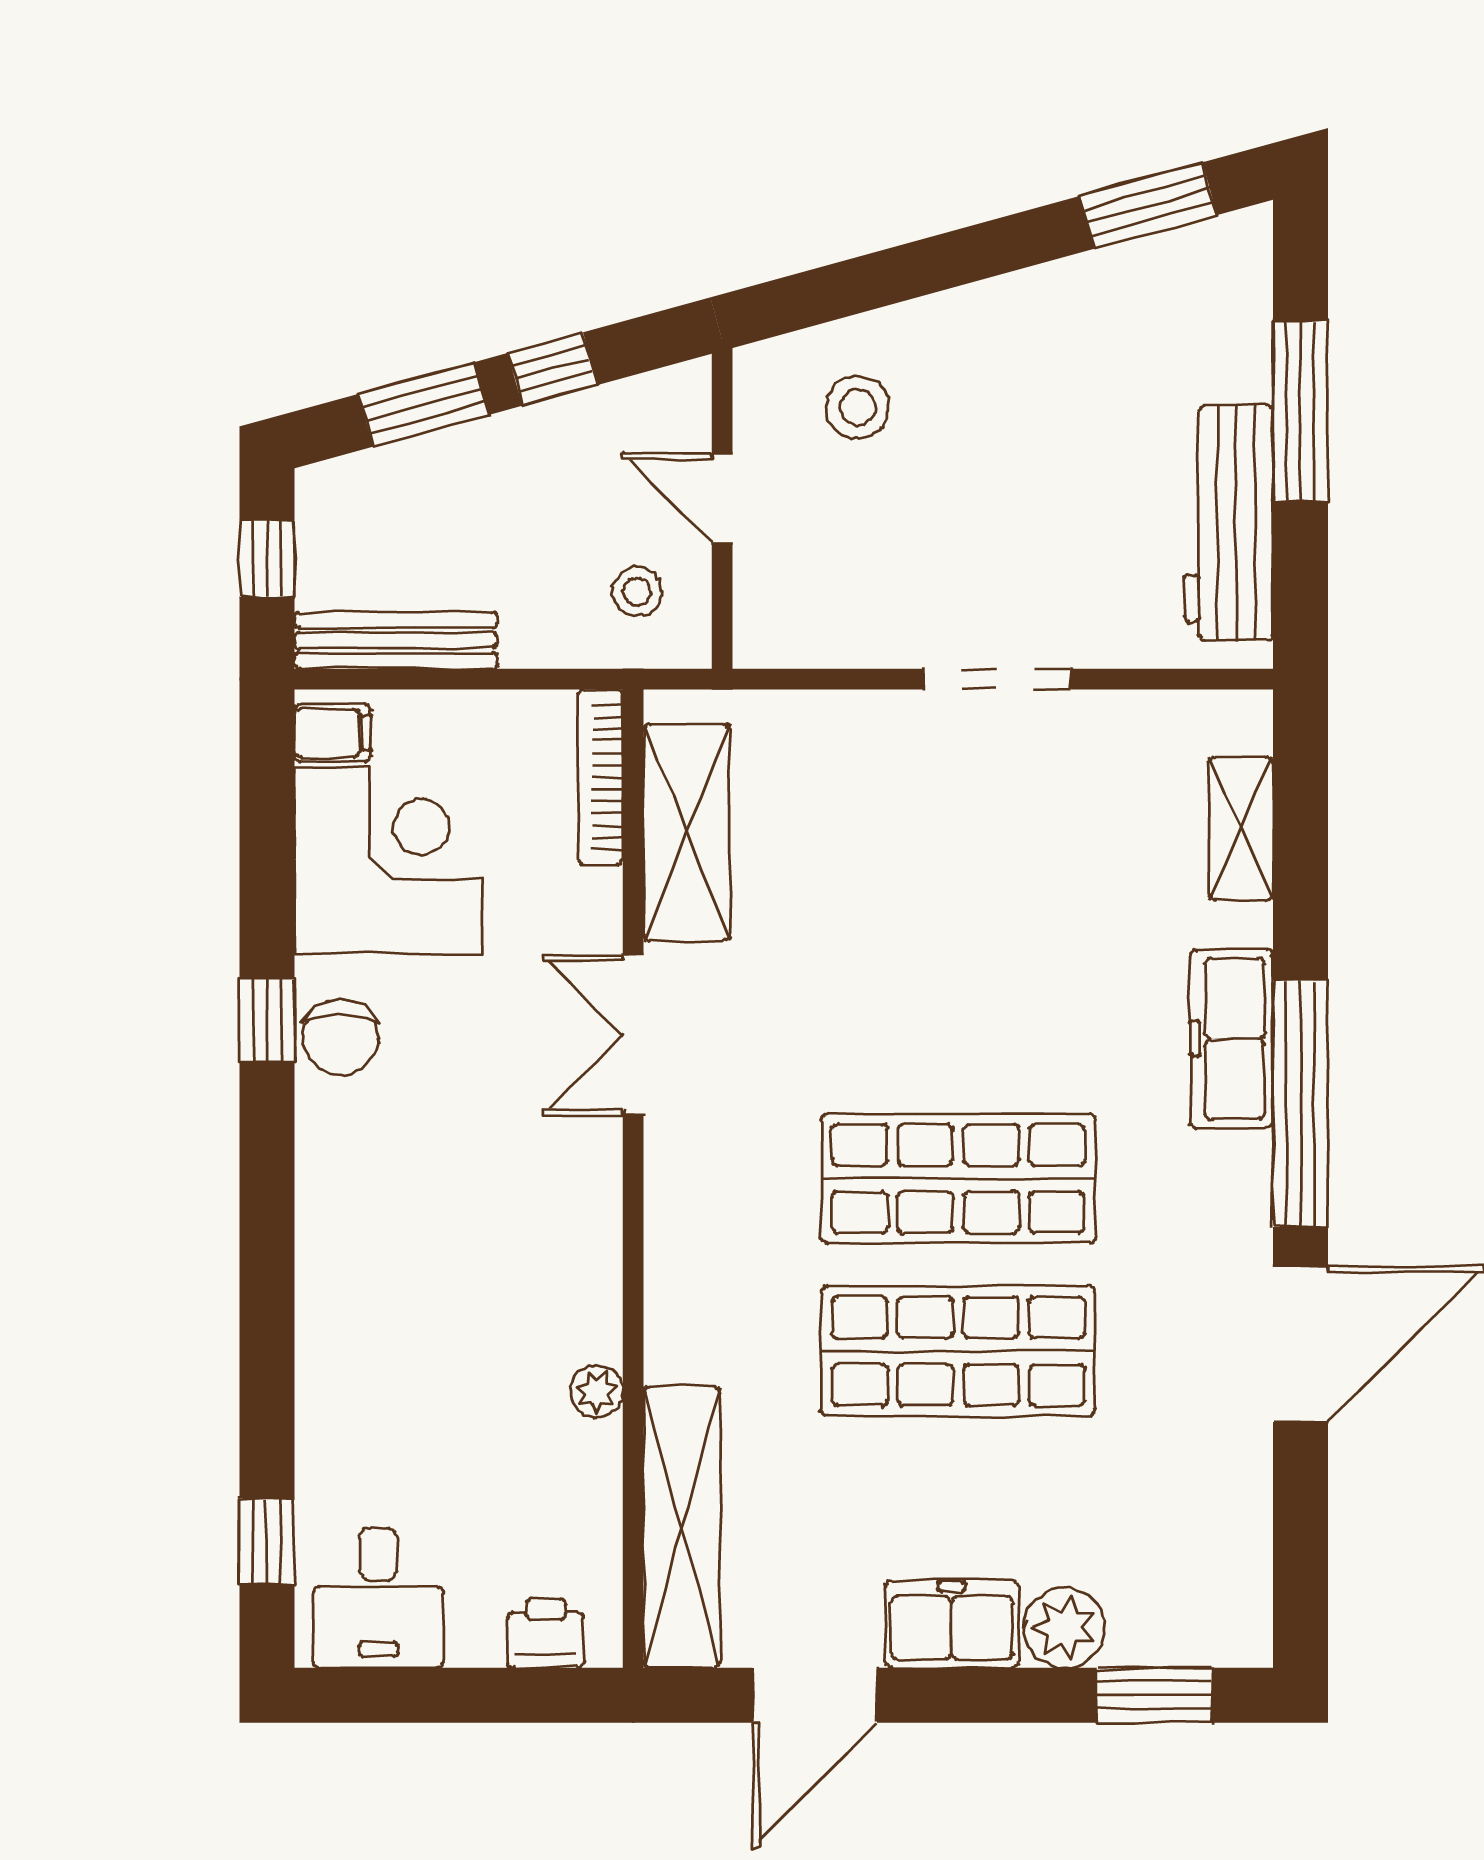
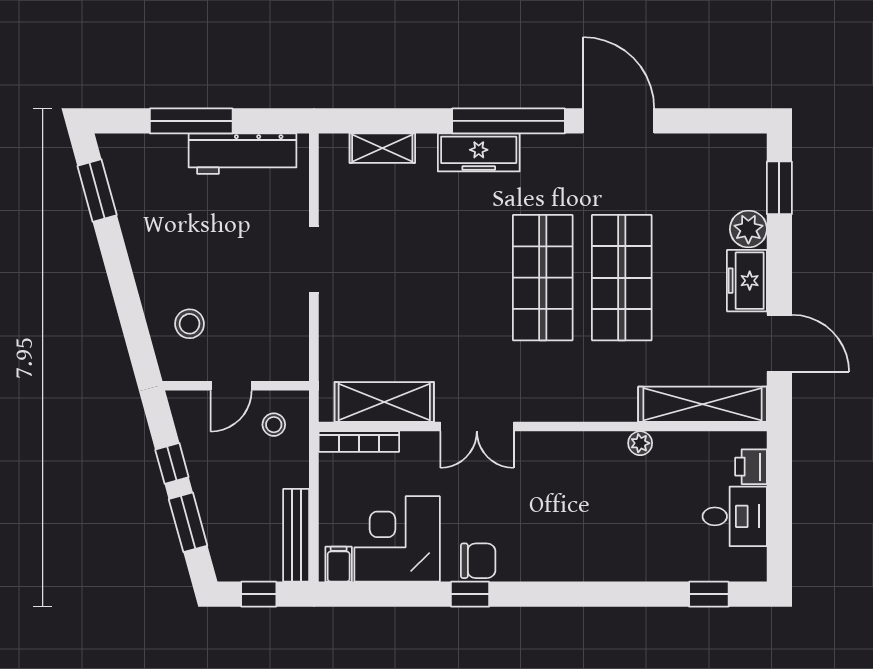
desk: (378, 1598) -> (735, 516), moved

